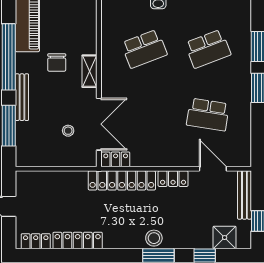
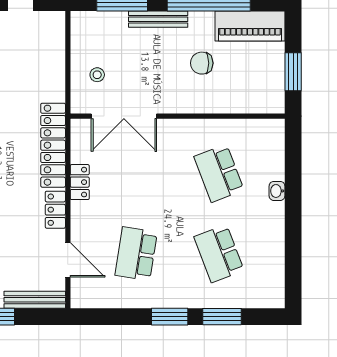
shelving: (90, 71) -> (191, 104), removed
stool: (68, 131) -> (97, 75), moved
locker: (116, 159) -> (80, 182), moved
door: (213, 169) -> (68, 260), hinge flipped

